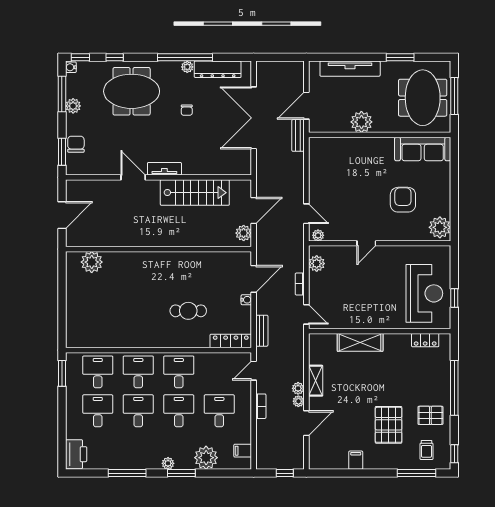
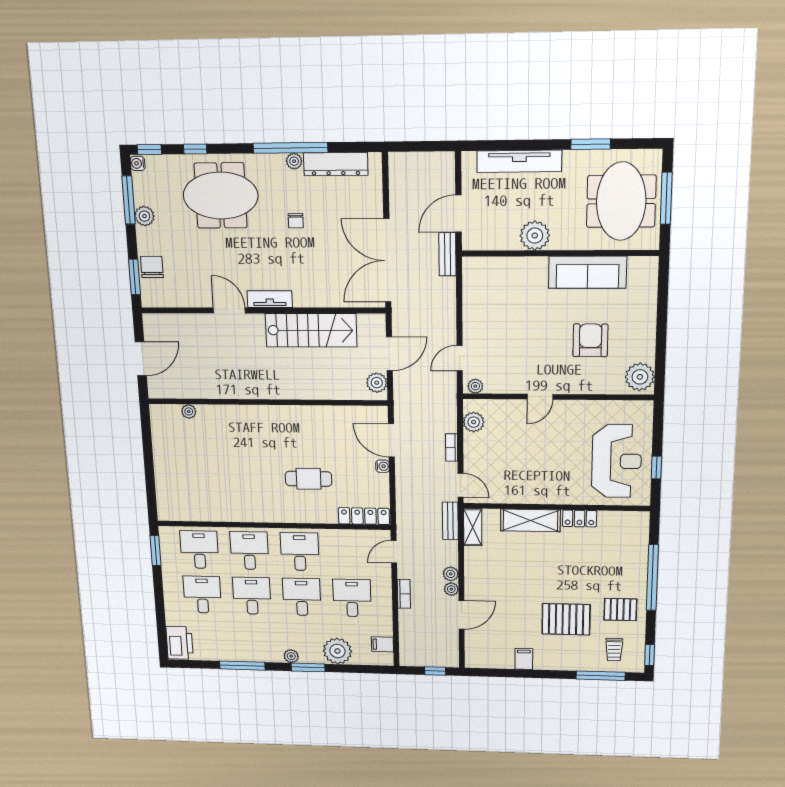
double door: (254, 118) -> (387, 261), moved
sofa: (423, 149) -> (588, 272), moved
door: (306, 214) -> (460, 358), swing flipped
plant: (92, 262) -> (189, 411), width x0.53, depth x0.53
door: (254, 279) -> (391, 440), swing flipped
bench: (262, 331) -> (450, 521), moved
locker: (425, 340) -> (579, 518), moved
shelving: (316, 381) -> (473, 527), moved
pallet: (389, 425) -> (566, 619), turned 90

